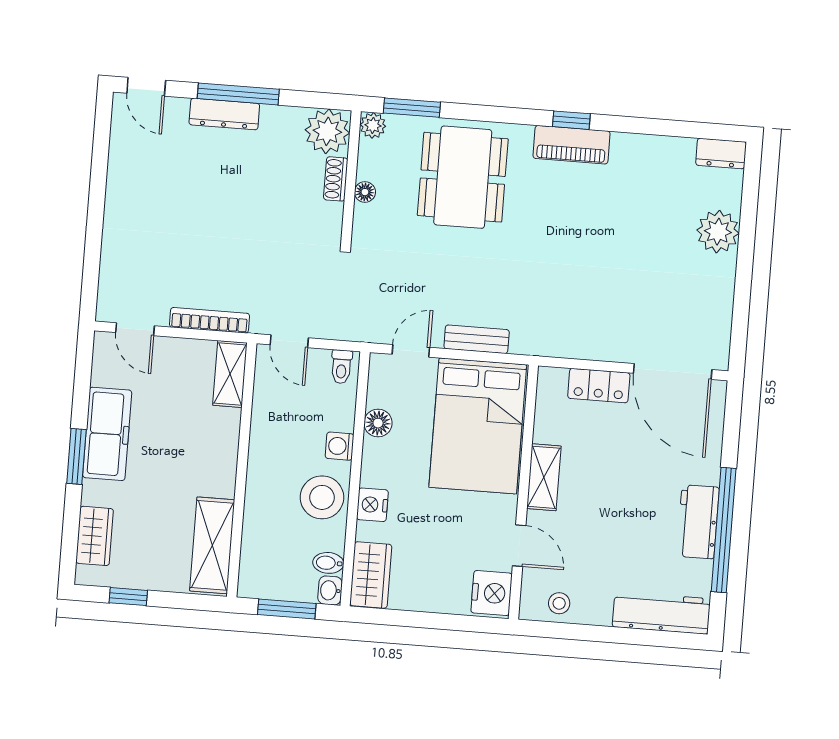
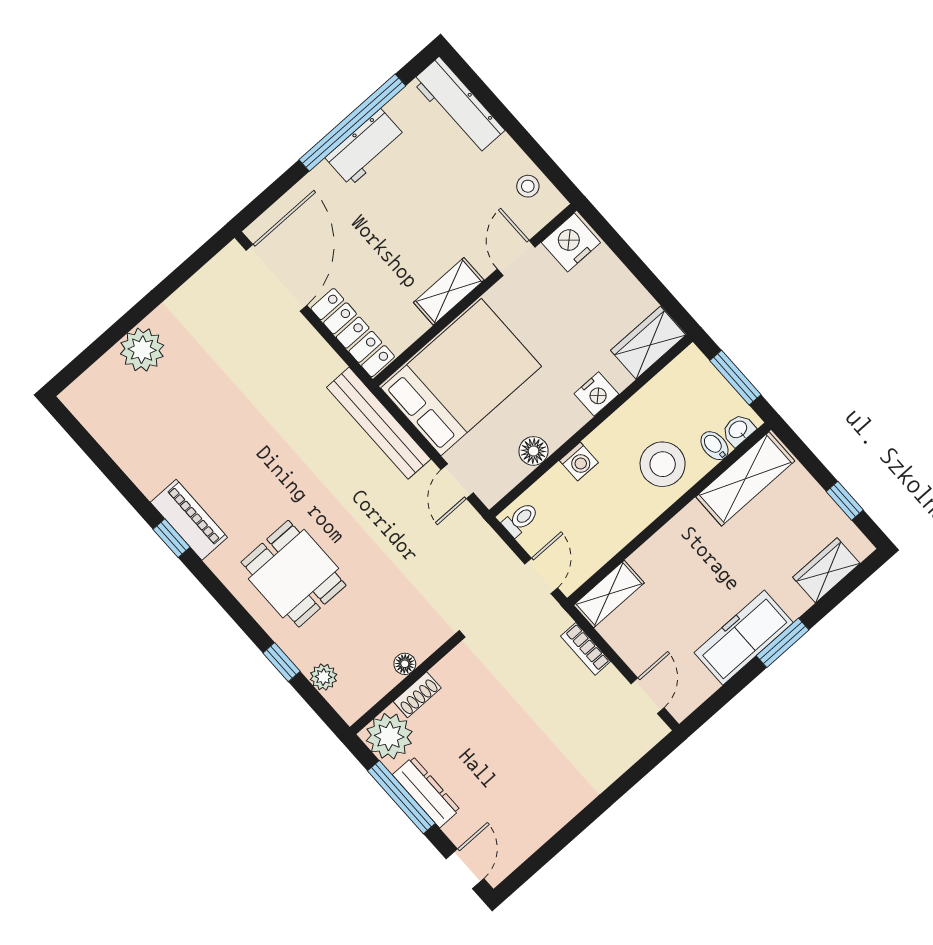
window: (412, 108) -> (282, 662), width x0.67
plant: (327, 131) -> (389, 736), moved
dresser: (721, 153) -> (84, 406), removed
wall: (351, 177) -> (404, 685), moved
dining table: (463, 177) -> (294, 574), width x0.73
shoe rack: (336, 179) -> (417, 695), moved
floor lamp: (365, 192) -> (405, 664), moved
bookcase: (209, 320) -> (586, 649), width x0.64
bench: (477, 339) -> (379, 423), width x1.86, depth x1.21
door: (411, 351) -> (457, 481), hinge flipped
locker: (599, 386) -> (353, 333), width x1.53
stool: (322, 497) -> (663, 464), moved
bidet: (328, 563) -> (715, 446), moved, turned 180
washbasin: (330, 590) -> (738, 430), moved, turned 180

